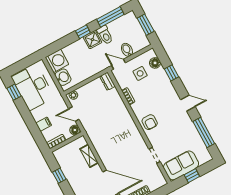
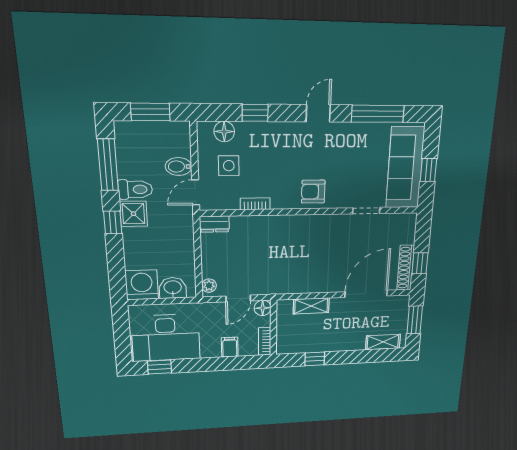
armchair: (150, 122) -> (313, 192), turned 180
sofa: (181, 165) -> (405, 168), width x1.36

